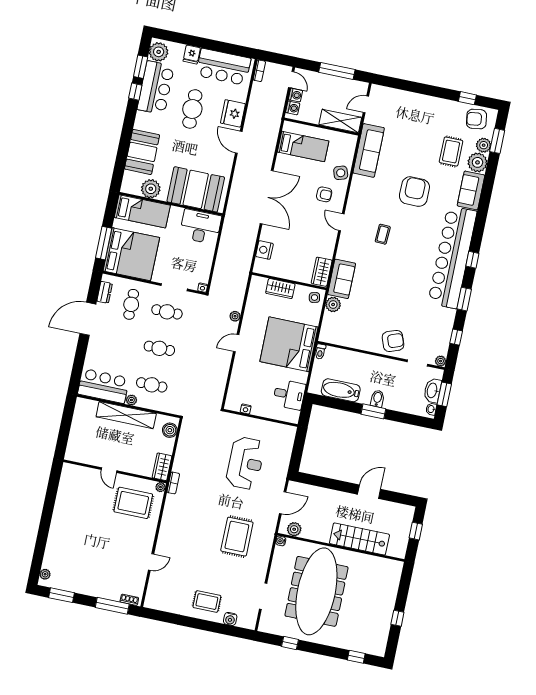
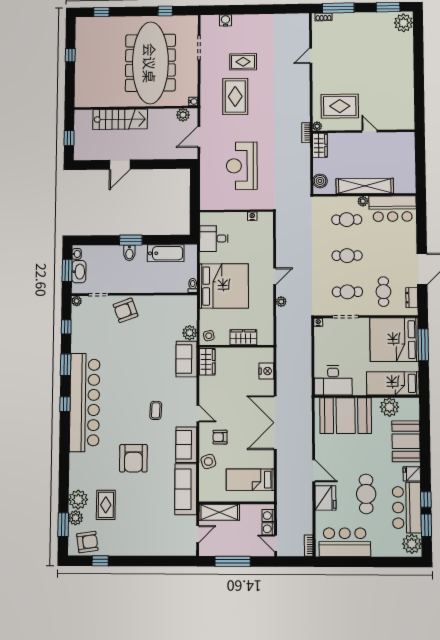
fridge: (192, 54) -> (412, 474), moved, turned -90
sofa: (471, 190) -> (186, 445), moved, turned 180
plant: (45, 574) -> (403, 23), width x1.88, depth x1.88
rug: (207, 602) -> (243, 62), moved

